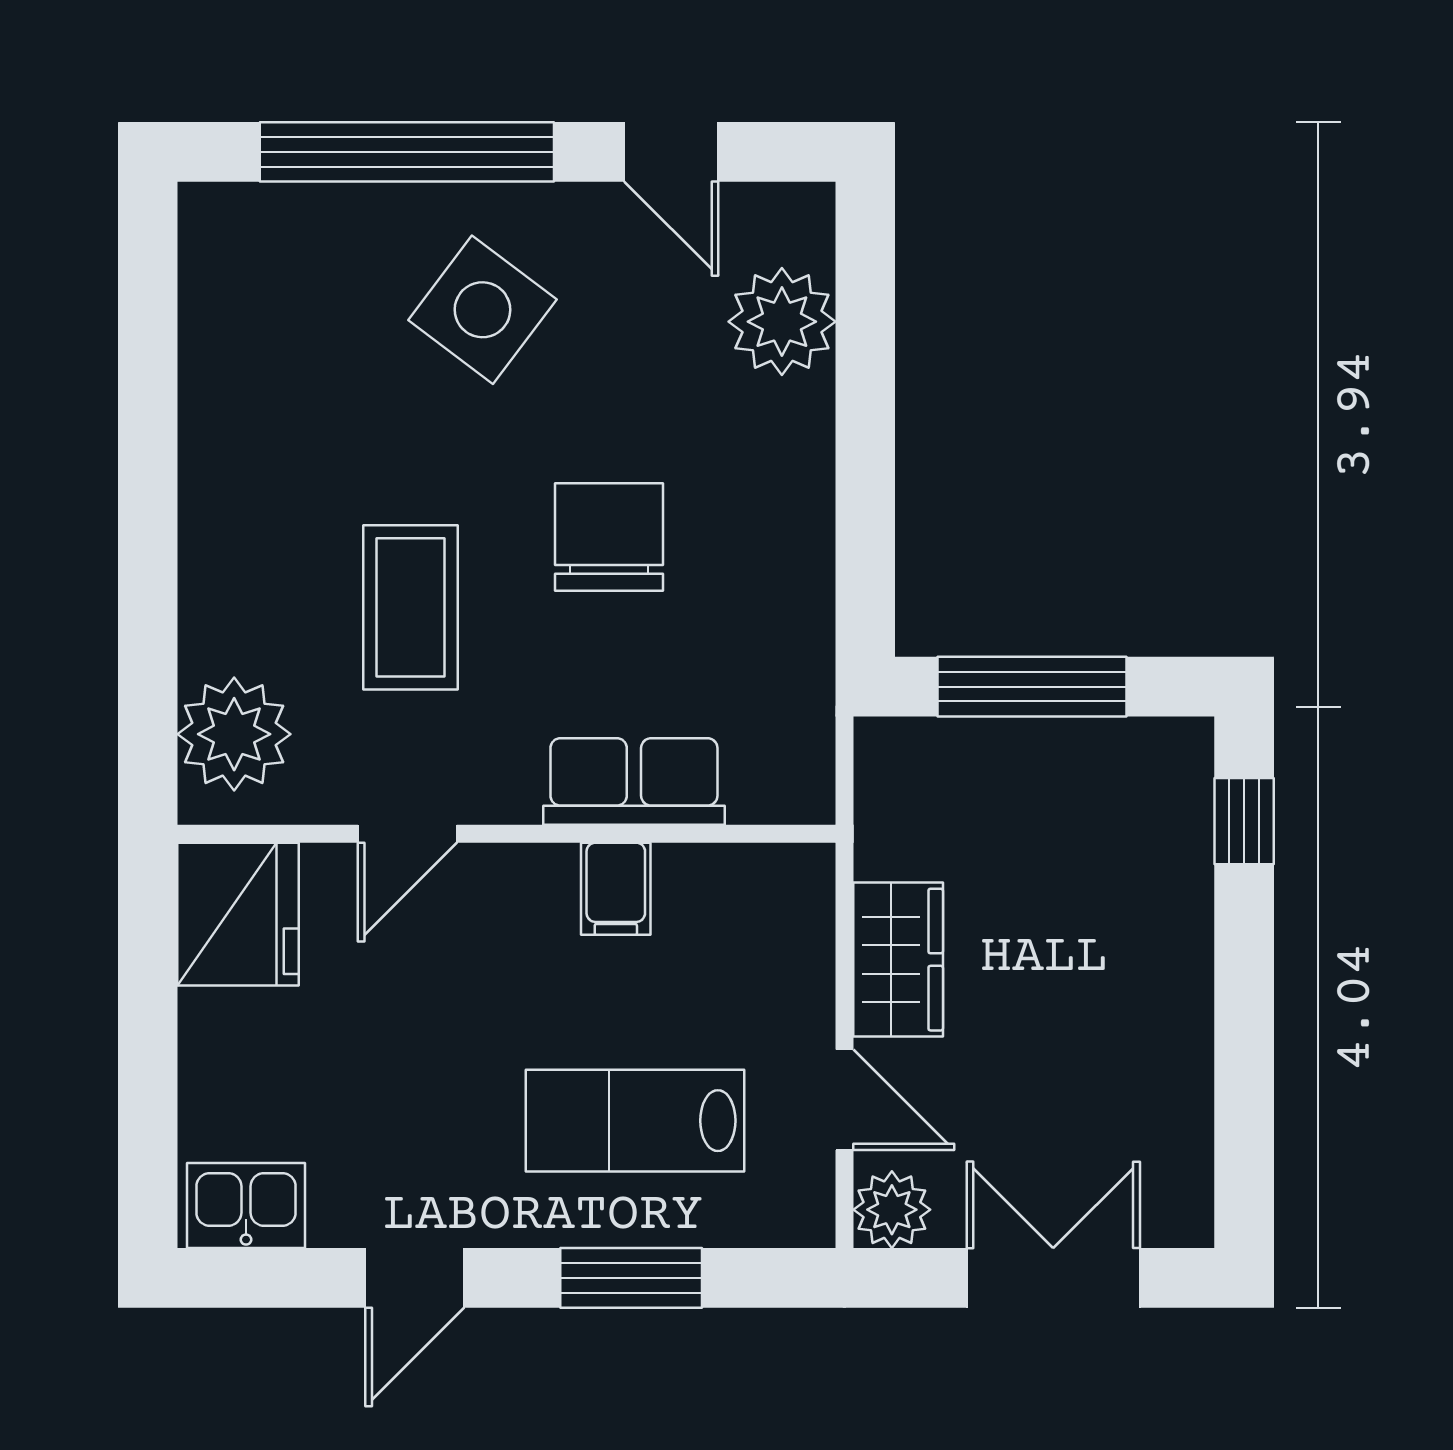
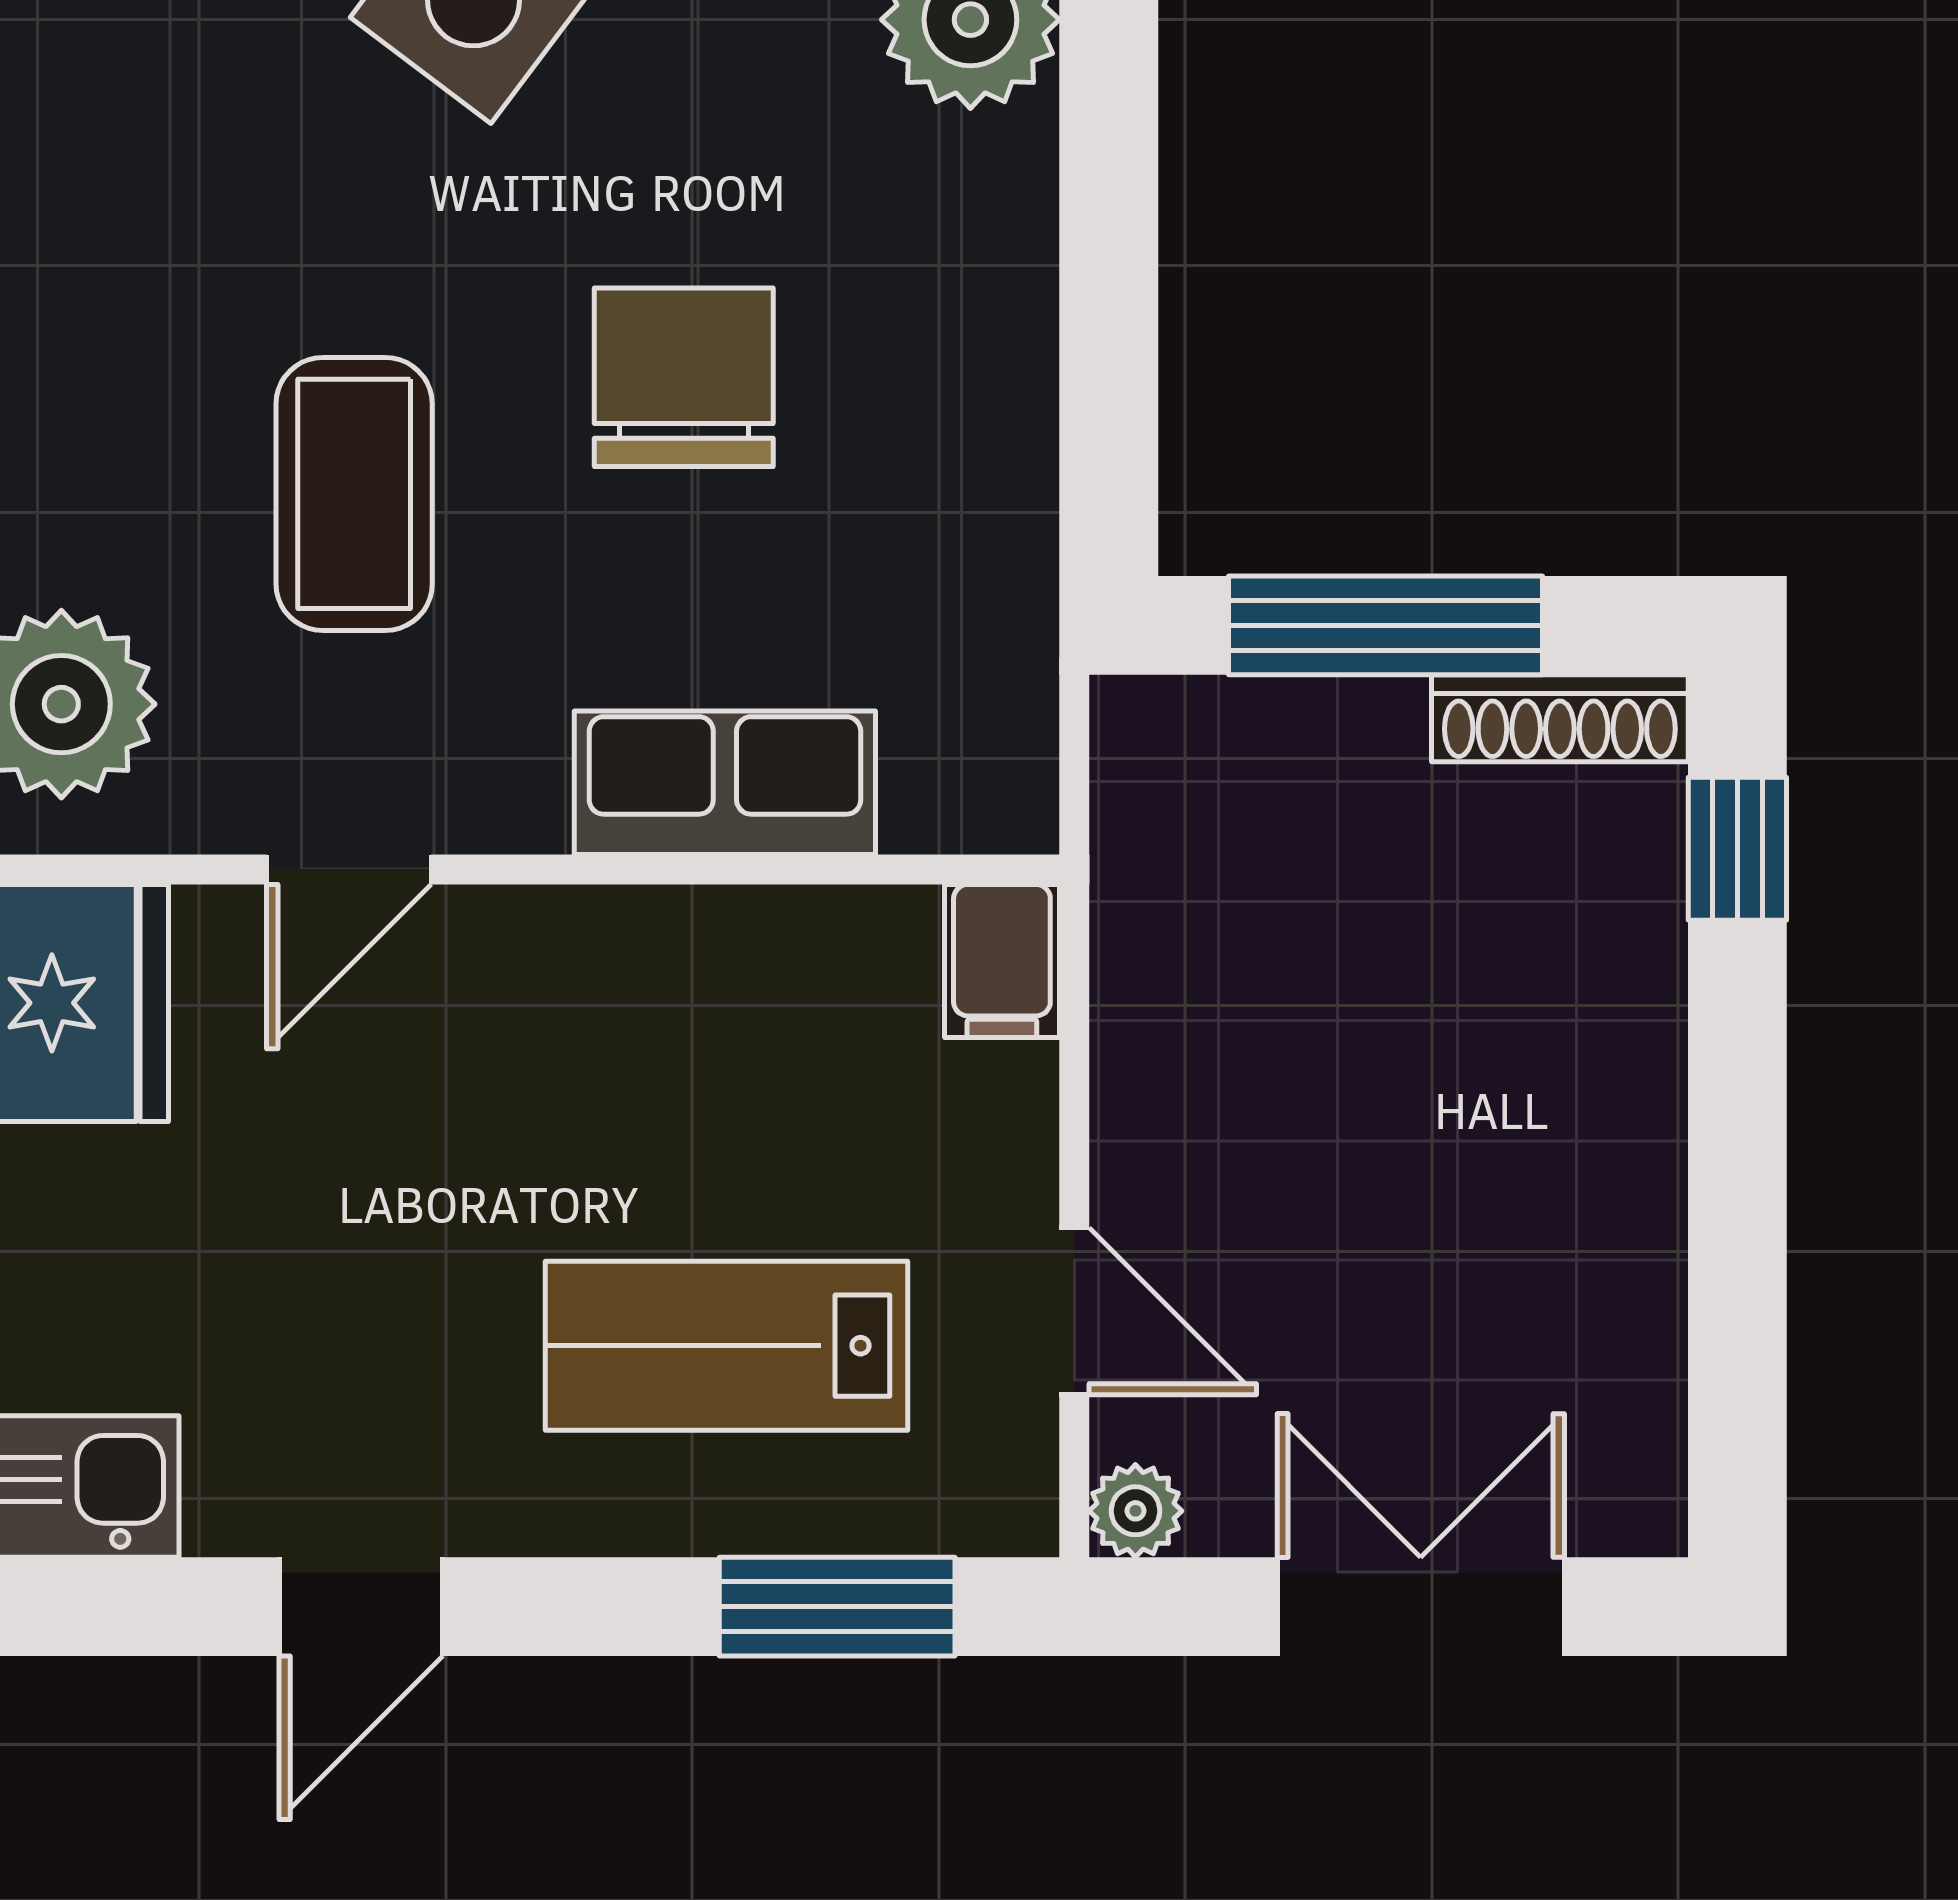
shoe rack: (1137, 743) -> (1560, 718), added
filing cabinet: (616, 889) -> (1002, 961), moved
wardrobe: (898, 960) -> (1163, 1078), removed
plant: (892, 1210) -> (1135, 1511), width x0.73, depth x0.73
window: (631, 1278) -> (837, 1607), moved

